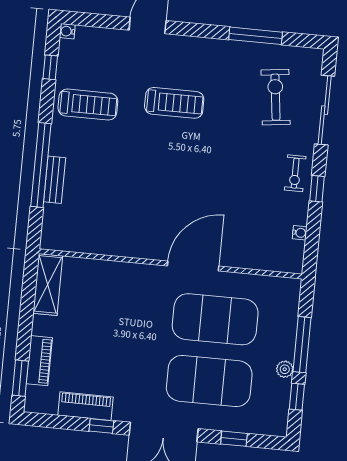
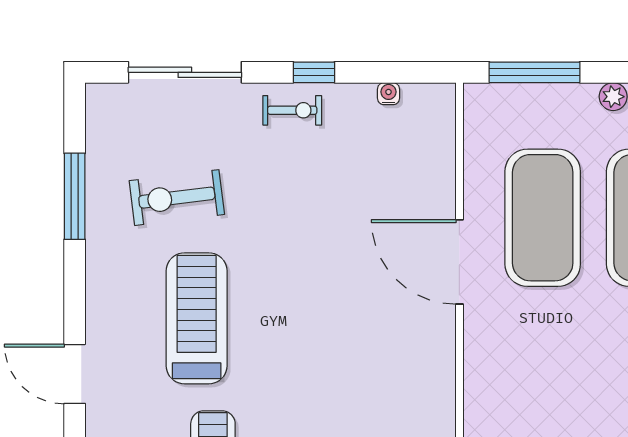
exercise bike: (276, 97) -> (177, 198), moved
treadmill: (174, 103) -> (197, 318), width x1.37, depth x1.38
window: (302, 345) -> (534, 72), moved

